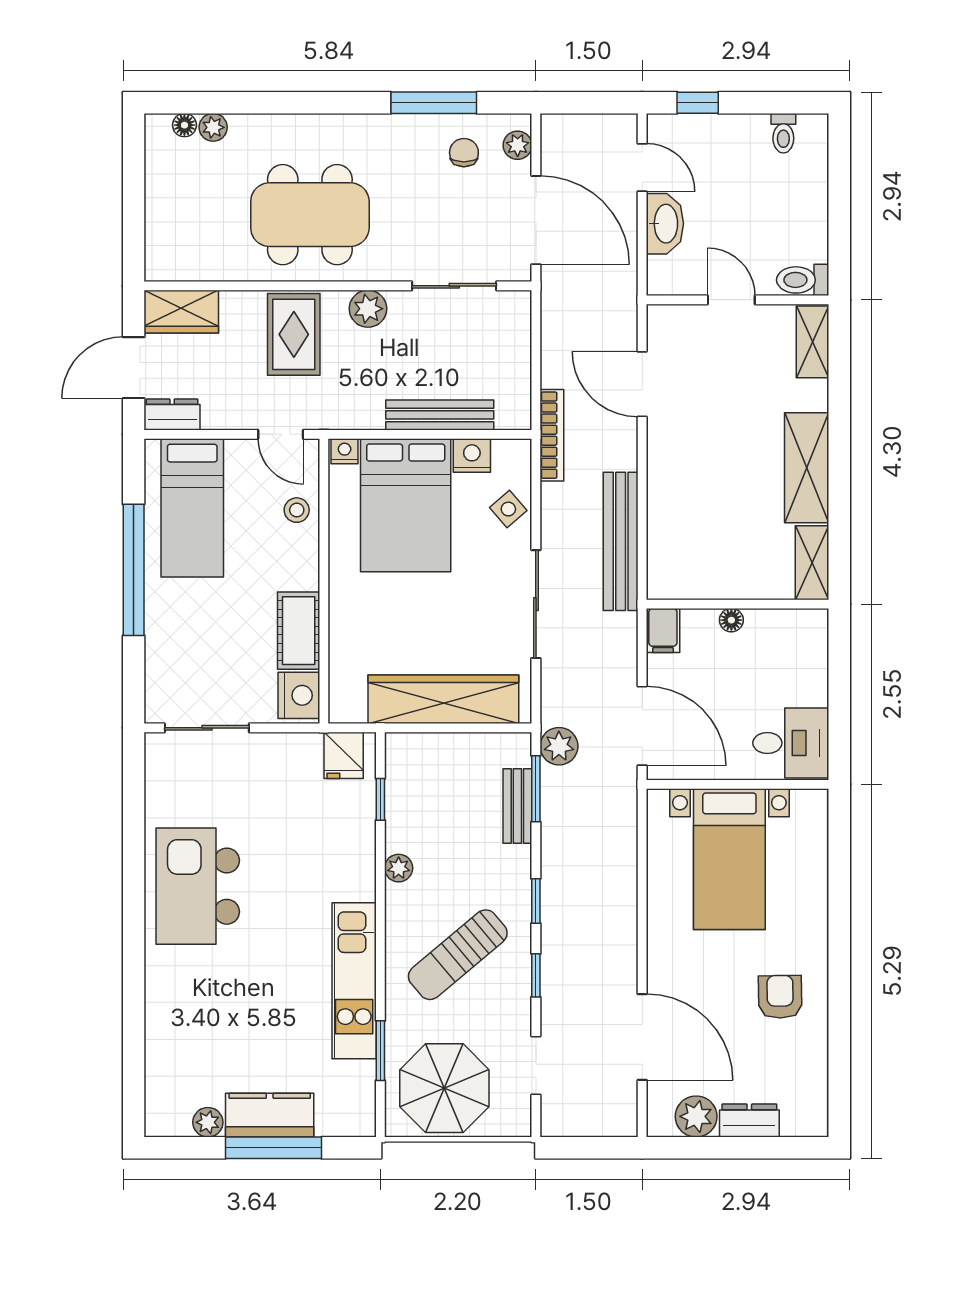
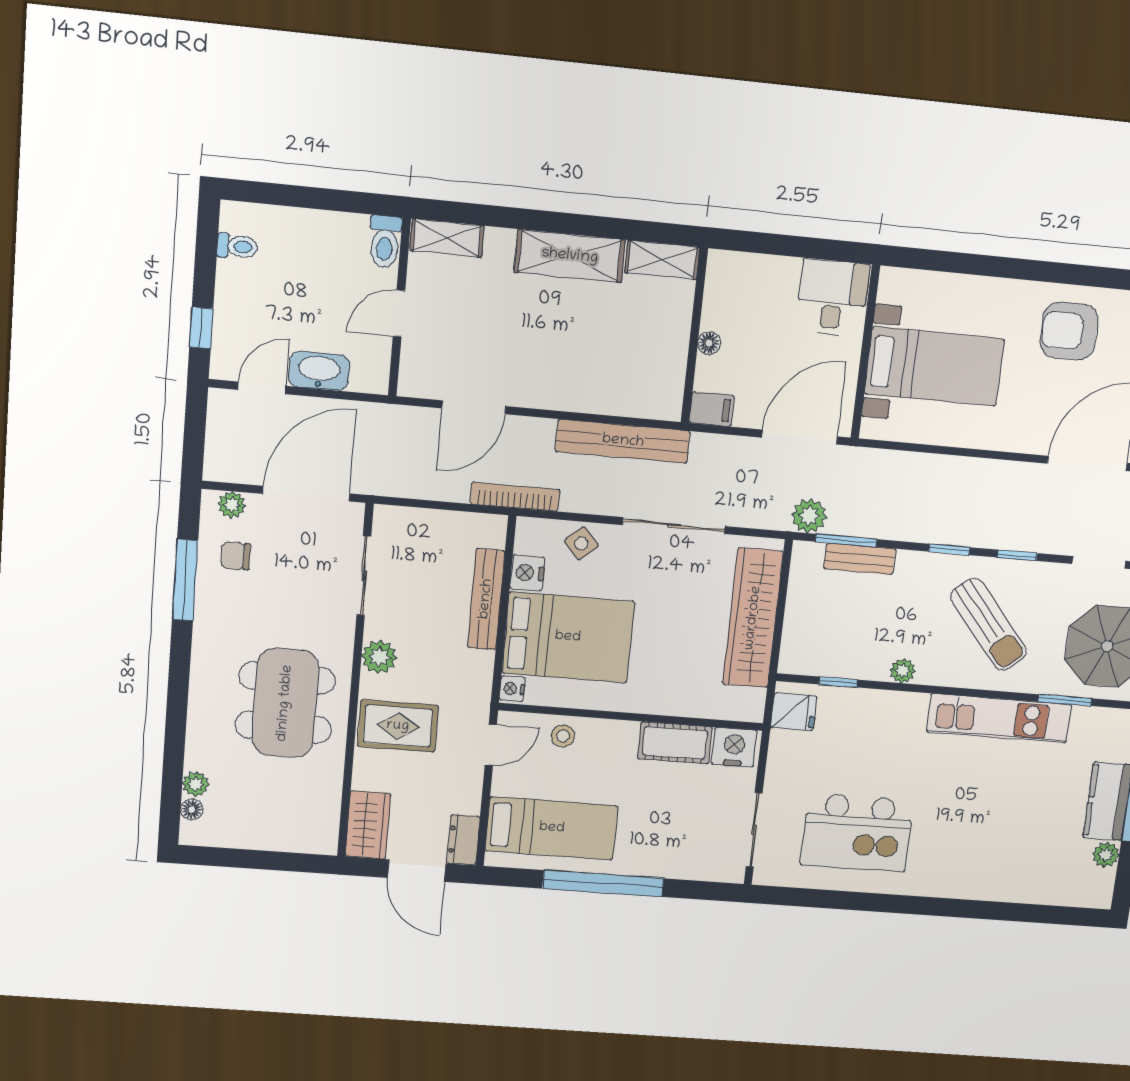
kitchen island: (198, 886) -> (857, 833), moved
armchair: (780, 997) -> (1069, 331), width x1.38, depth x1.38

